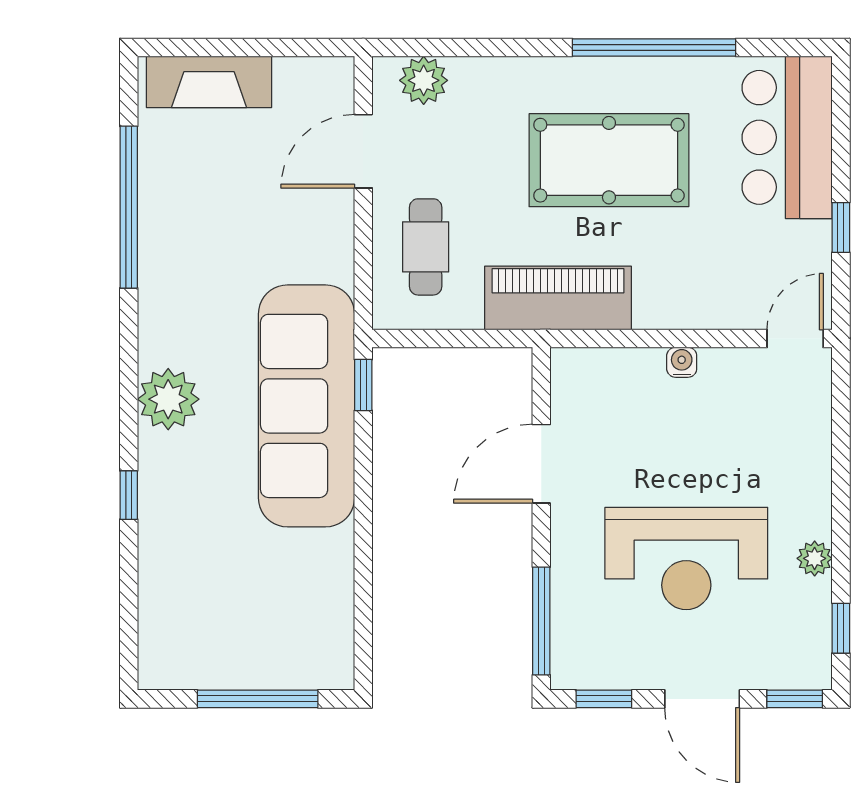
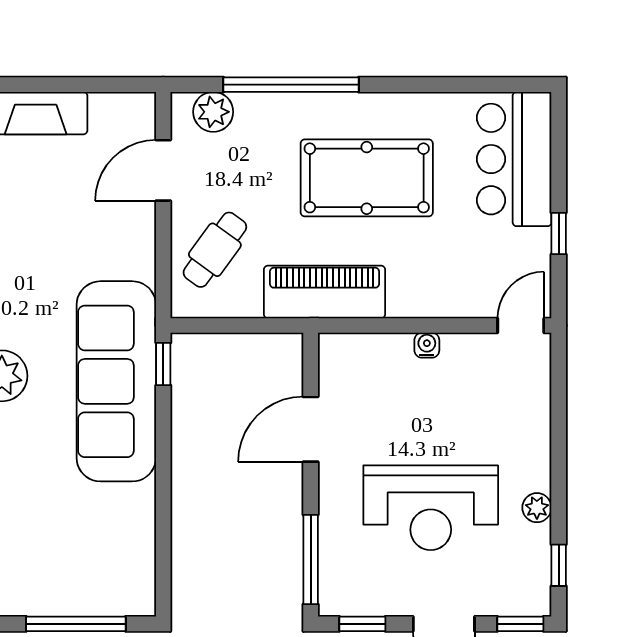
window: (654, 48) -> (291, 85), moved
cafe table: (426, 247) -> (215, 250), turned 36

